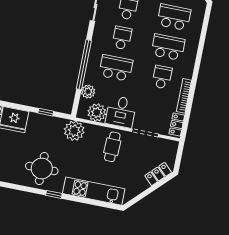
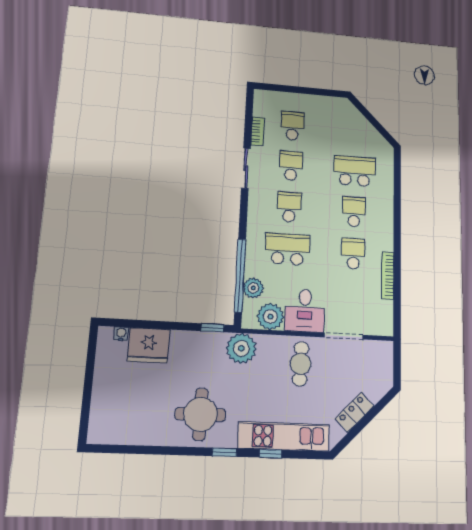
school desk: (168, 47) -> (354, 212), width x0.54
window: (84, 65) -> (240, 275), moved
window: (46, 112) -> (213, 328), moved
locker: (177, 125) -> (385, 317), removed
locker: (158, 174) -> (355, 412), moved
window: (83, 200) -> (271, 454), added

